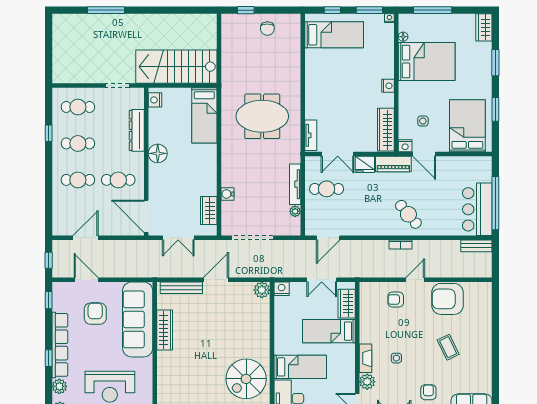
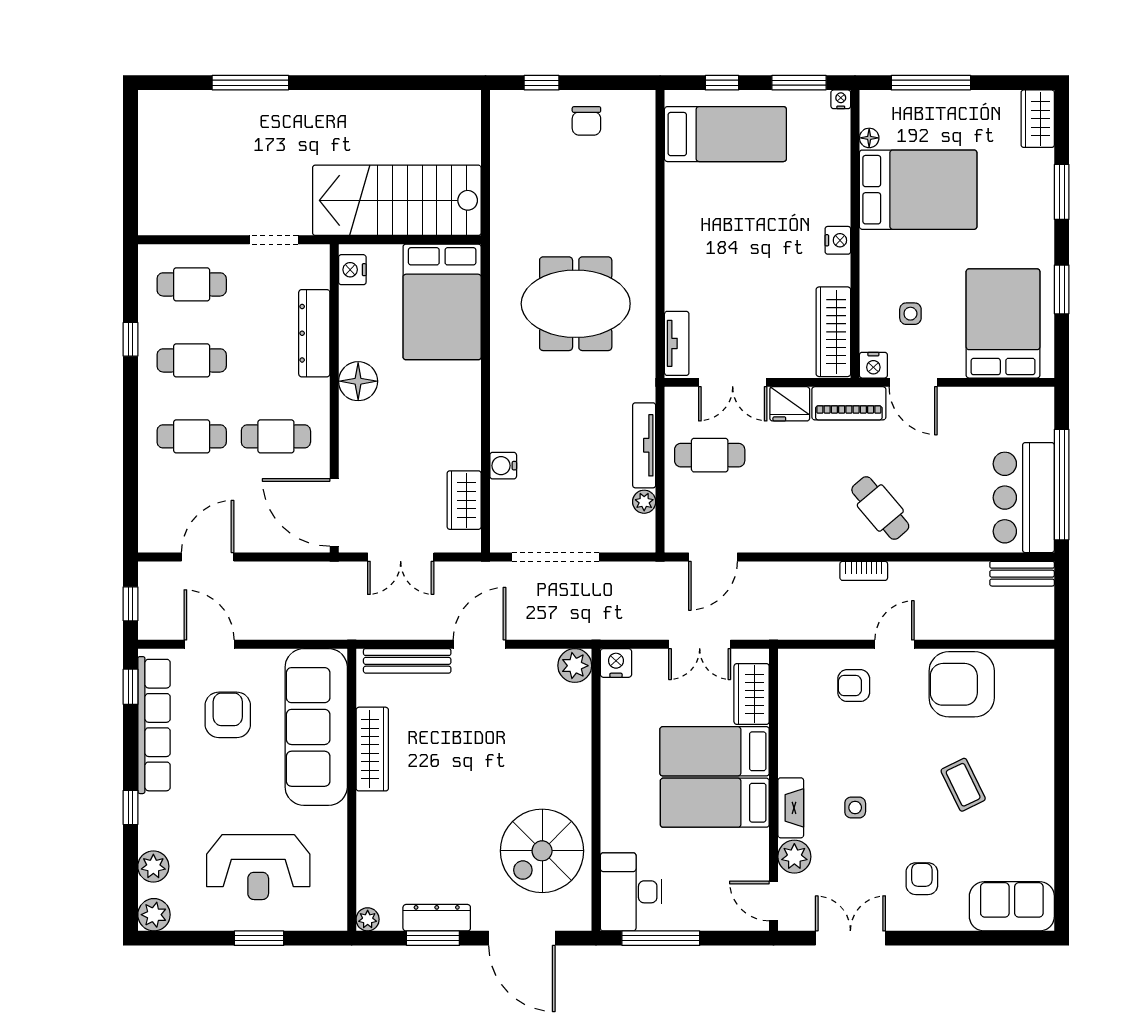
bed: (204, 115) -> (442, 302), width x1.50
row of seats: (60, 345) -> (154, 725), moved
bed: (300, 367) -> (715, 803), moved, turned 180

